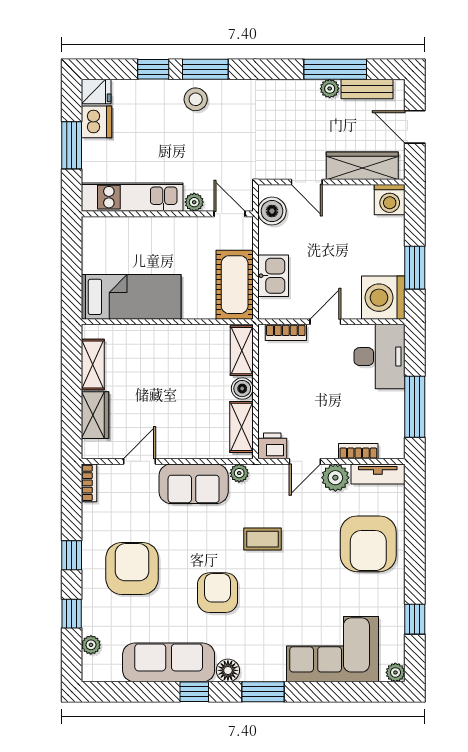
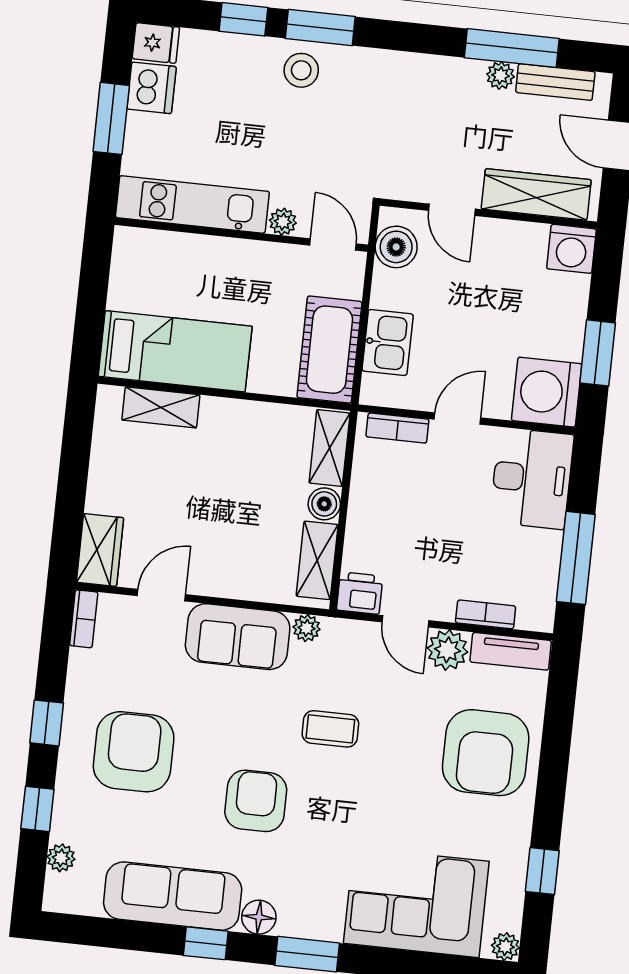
shelving: (93, 364) -> (161, 407), moved, turned 90
wardrobe: (95, 415) -> (100, 550), moved
door: (305, 461) -> (405, 621), hinge flipped

